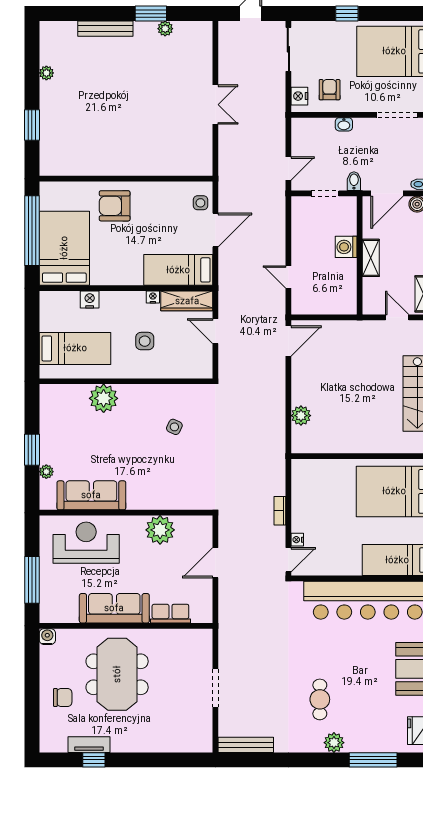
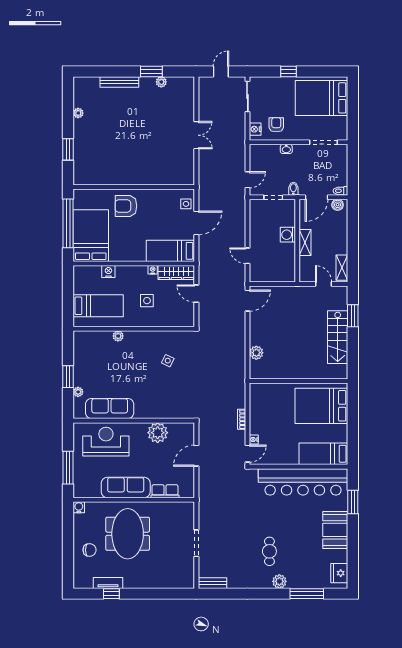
plant: (104, 398) -> (118, 336), width x0.53, depth x0.53
bench: (246, 745) -> (213, 583), width x0.73

